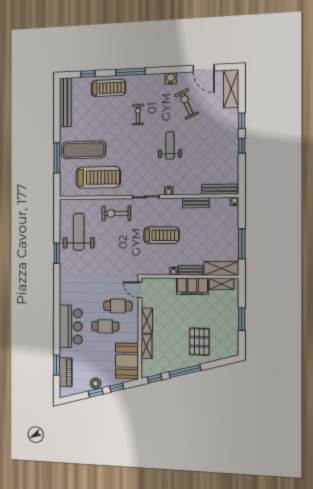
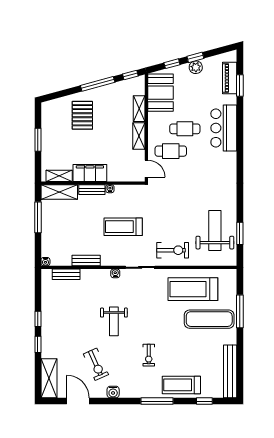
bench: (220, 189) -> (66, 274), width x0.73
weight bench: (79, 232) -> (215, 231), turned 180
window: (57, 253) -> (240, 233), moved

